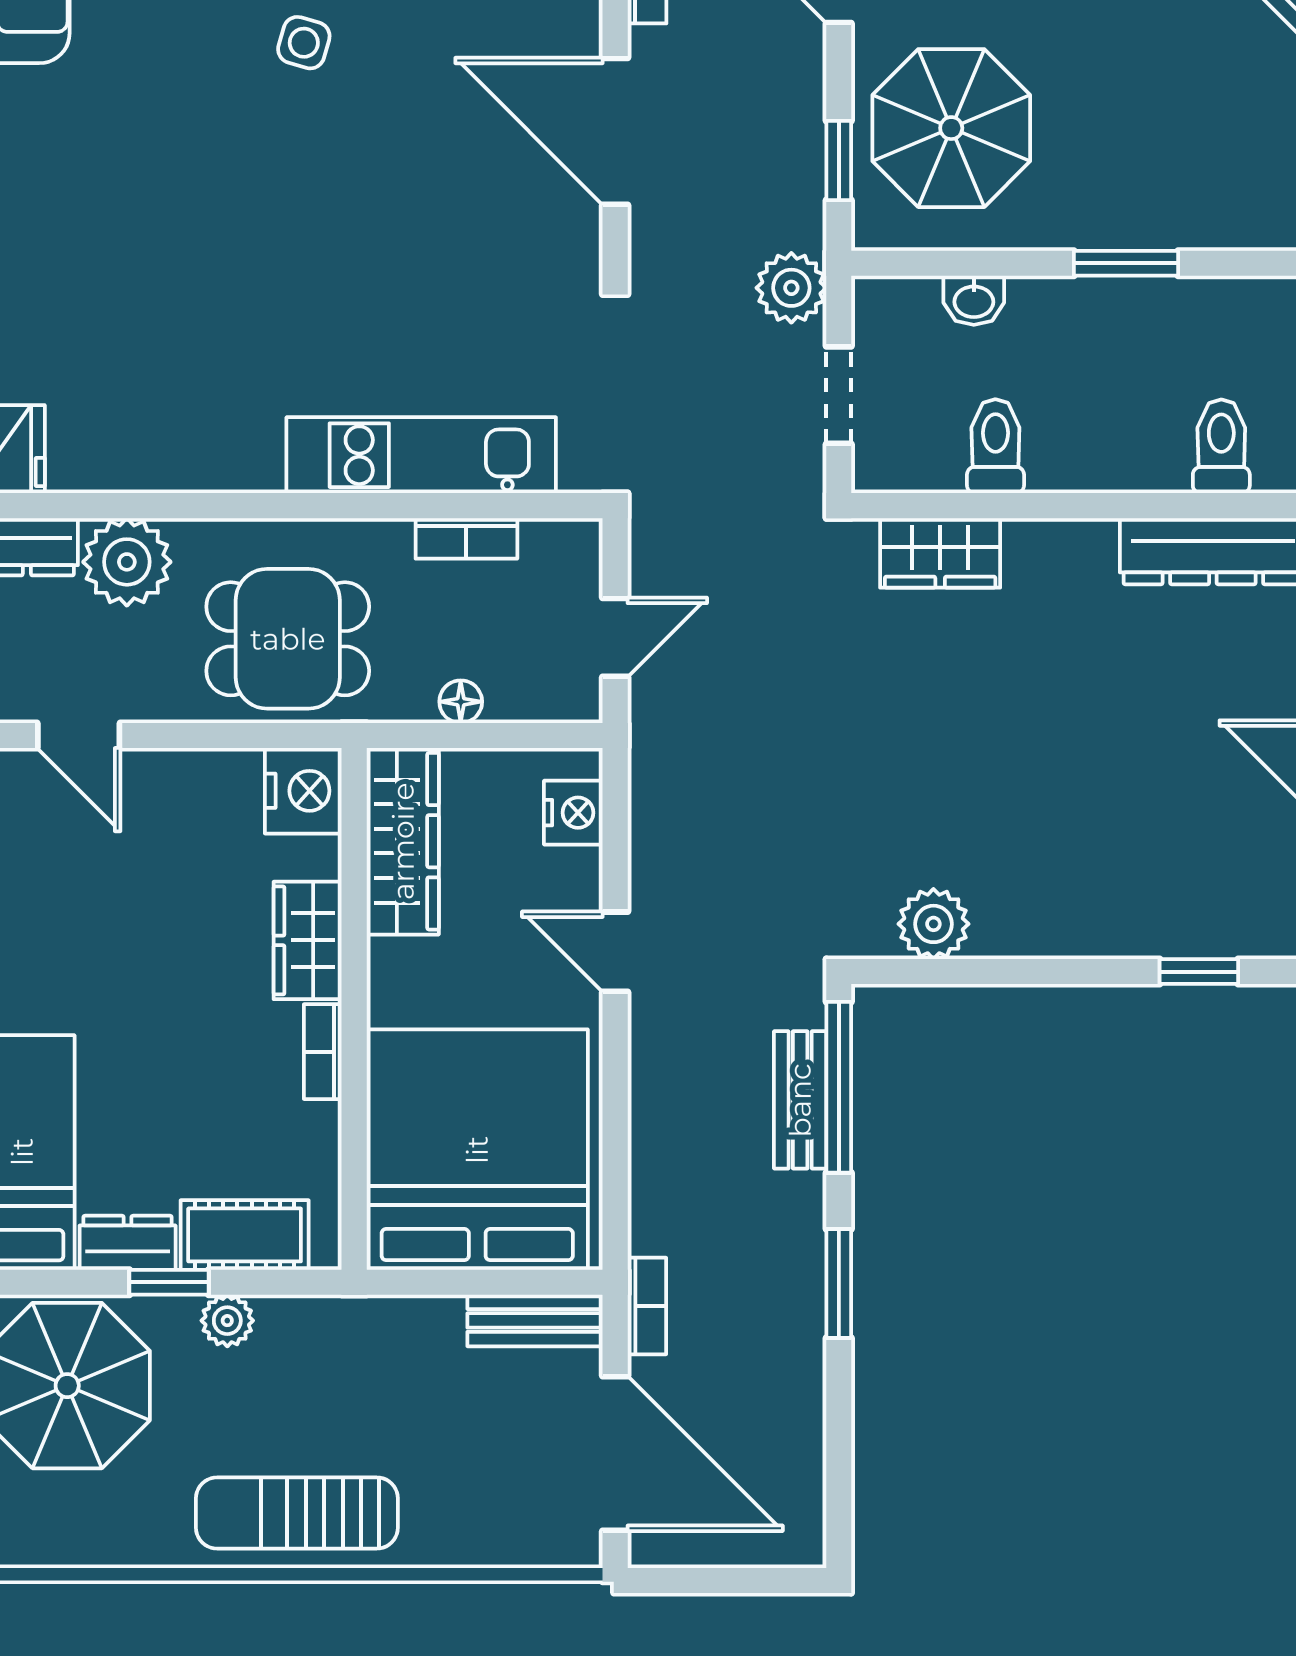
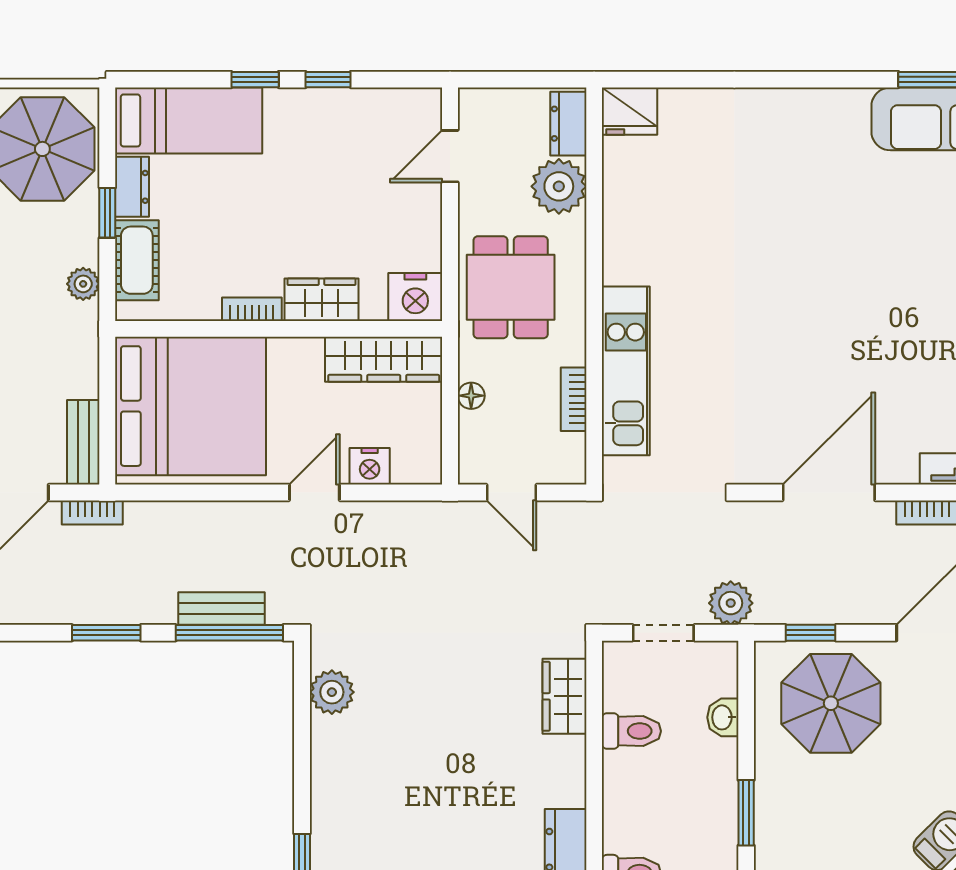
side table: (304, 43) -> (884, 297), removed
nightstand: (573, 813) -> (370, 466), moved
plant: (227, 1321) -> (83, 284), moved

